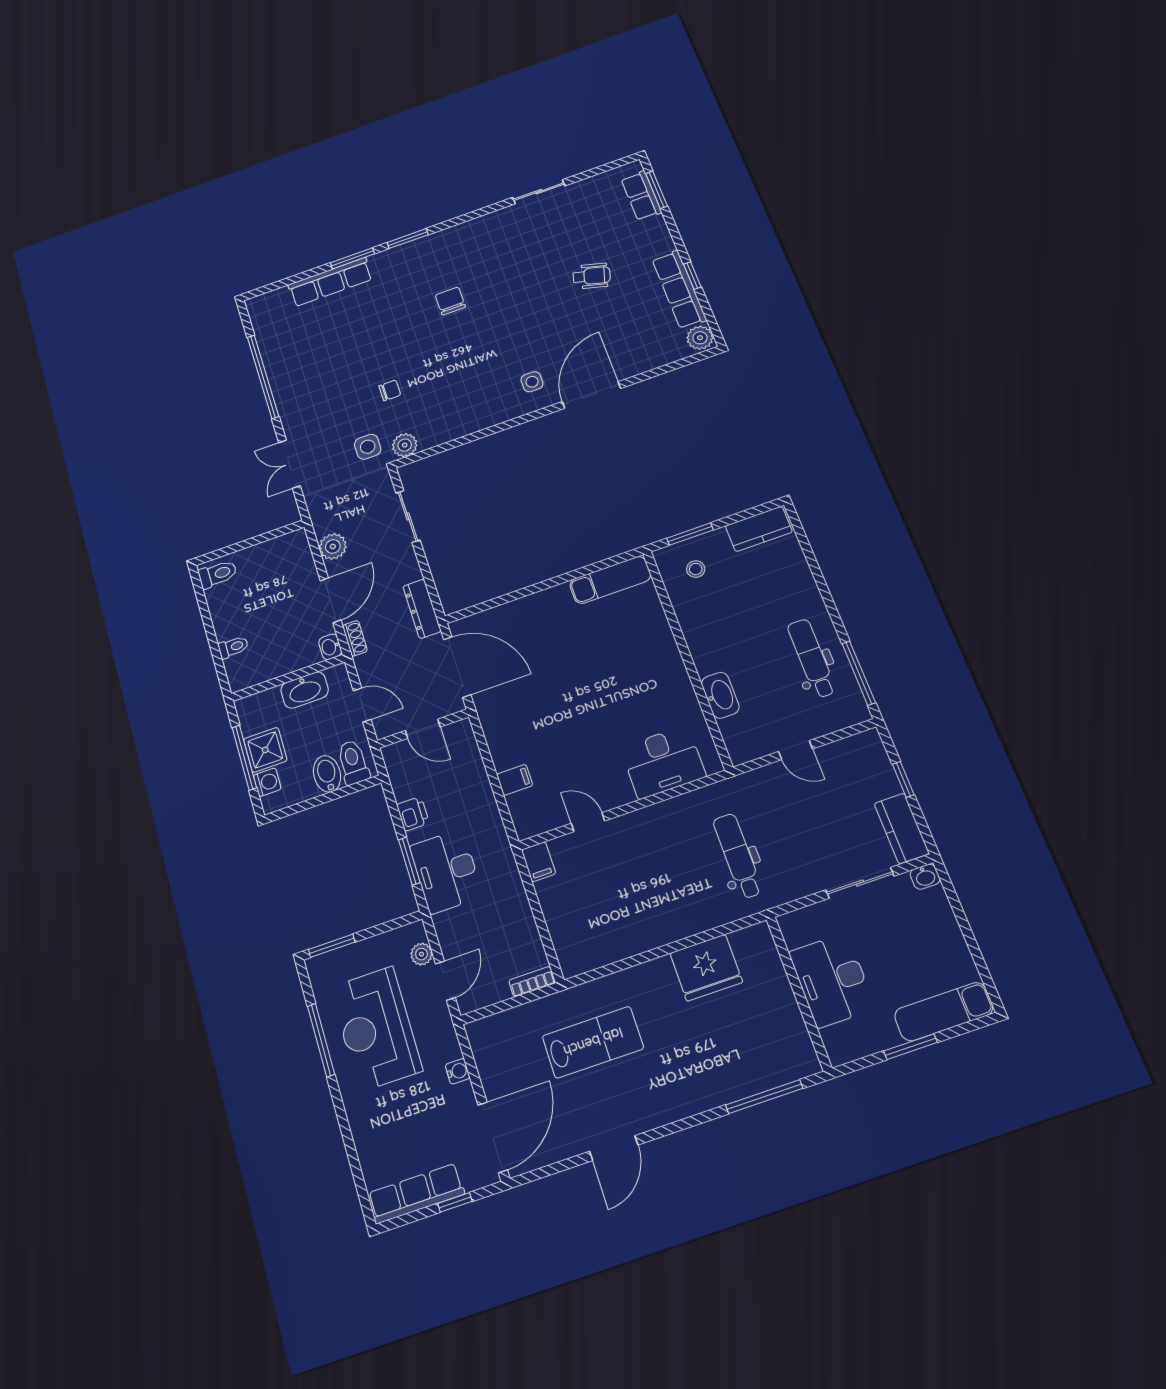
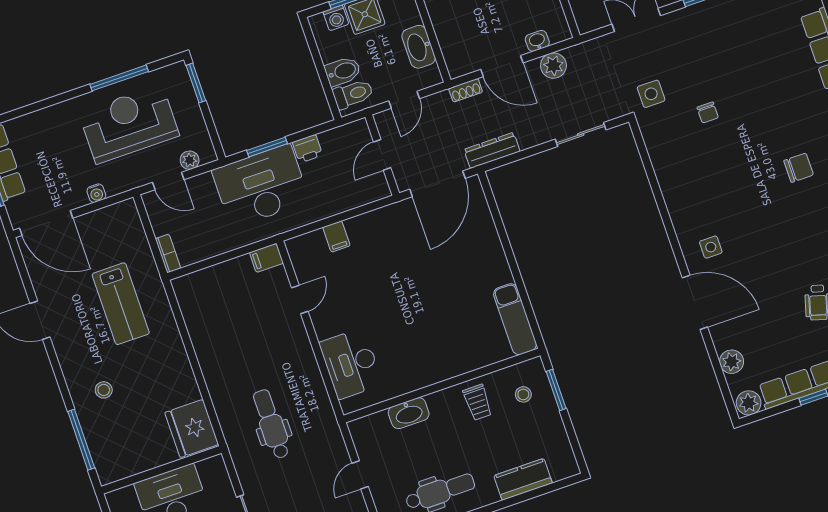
plant: (405, 445) -> (732, 362), moved
kitchen counter: (759, 529) -> (523, 479), moved, turned 90
trolley: (706, 619) -> (478, 402), added
washbasin: (330, 647) -> (537, 41), moved
dental chair: (738, 856) -> (271, 424), turned -90
desk: (446, 871) -> (261, 186), width x1.36, depth x1.30
fridge: (706, 968) -> (192, 429), moved
stool: (700, 1066) -> (104, 390), added

